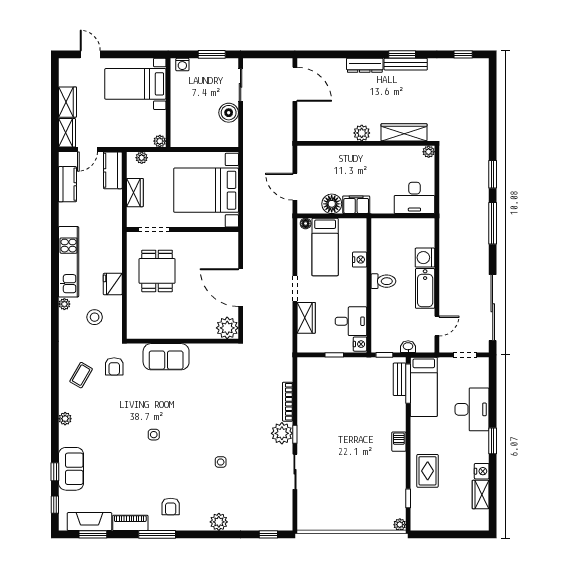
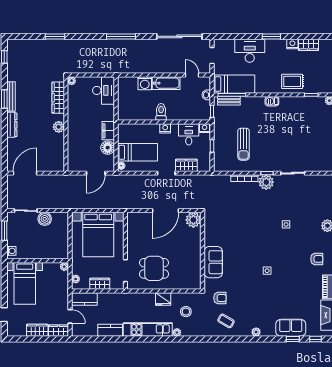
window: (493, 174) -> (55, 36), moved
kitchen counter: (67, 184) -> (110, 330), moved
nightstand: (360, 260) -> (165, 128), moved
sun lounger: (337, 400) -> (244, 144), added

